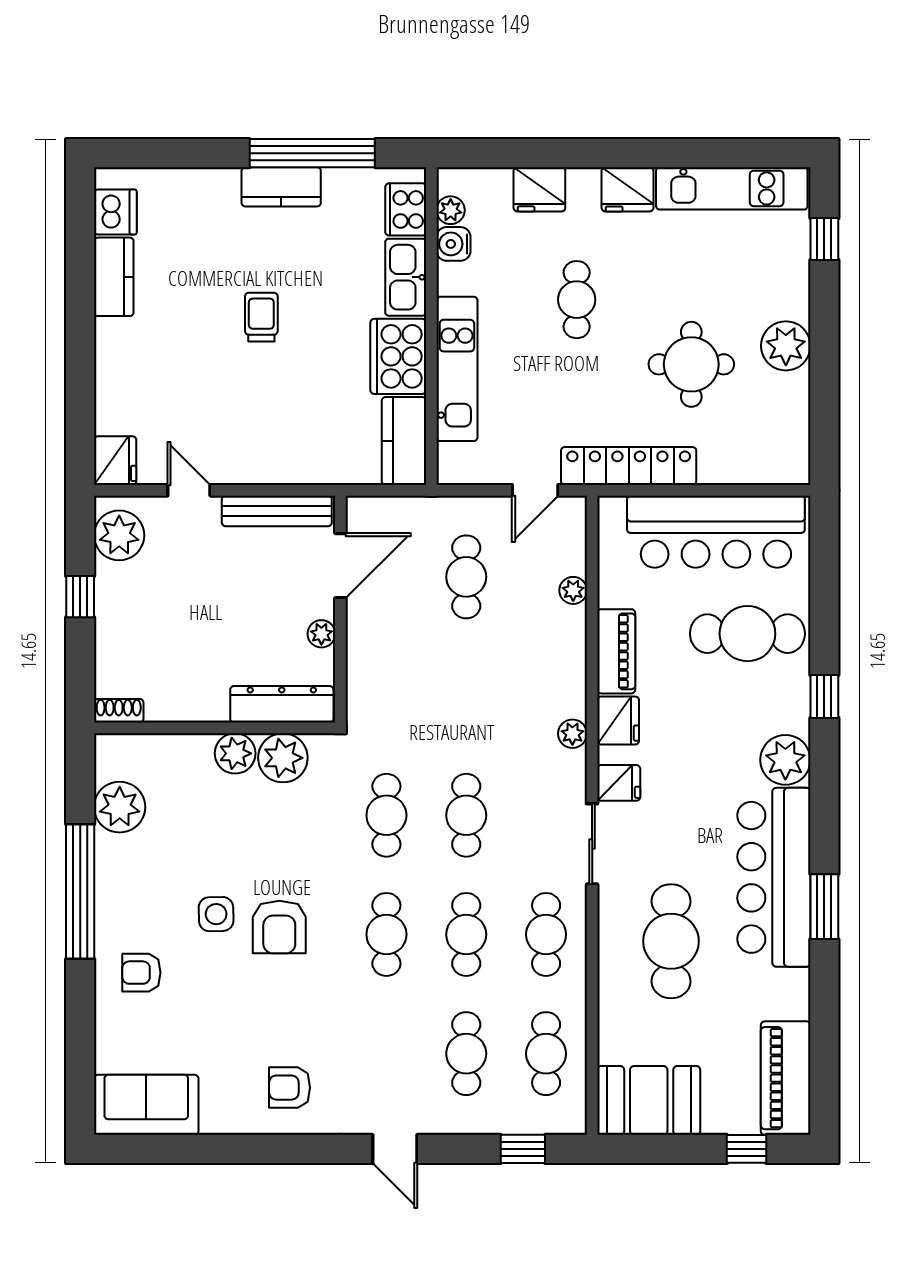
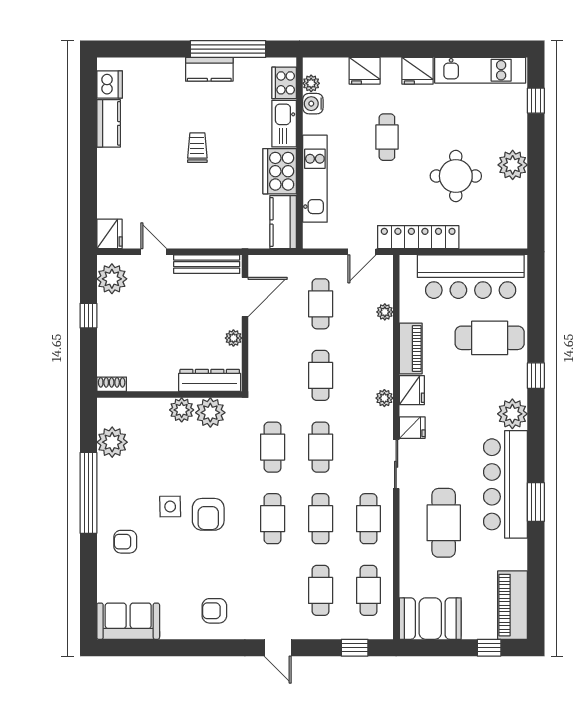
cafe table: (466, 696) -> (321, 375), added

